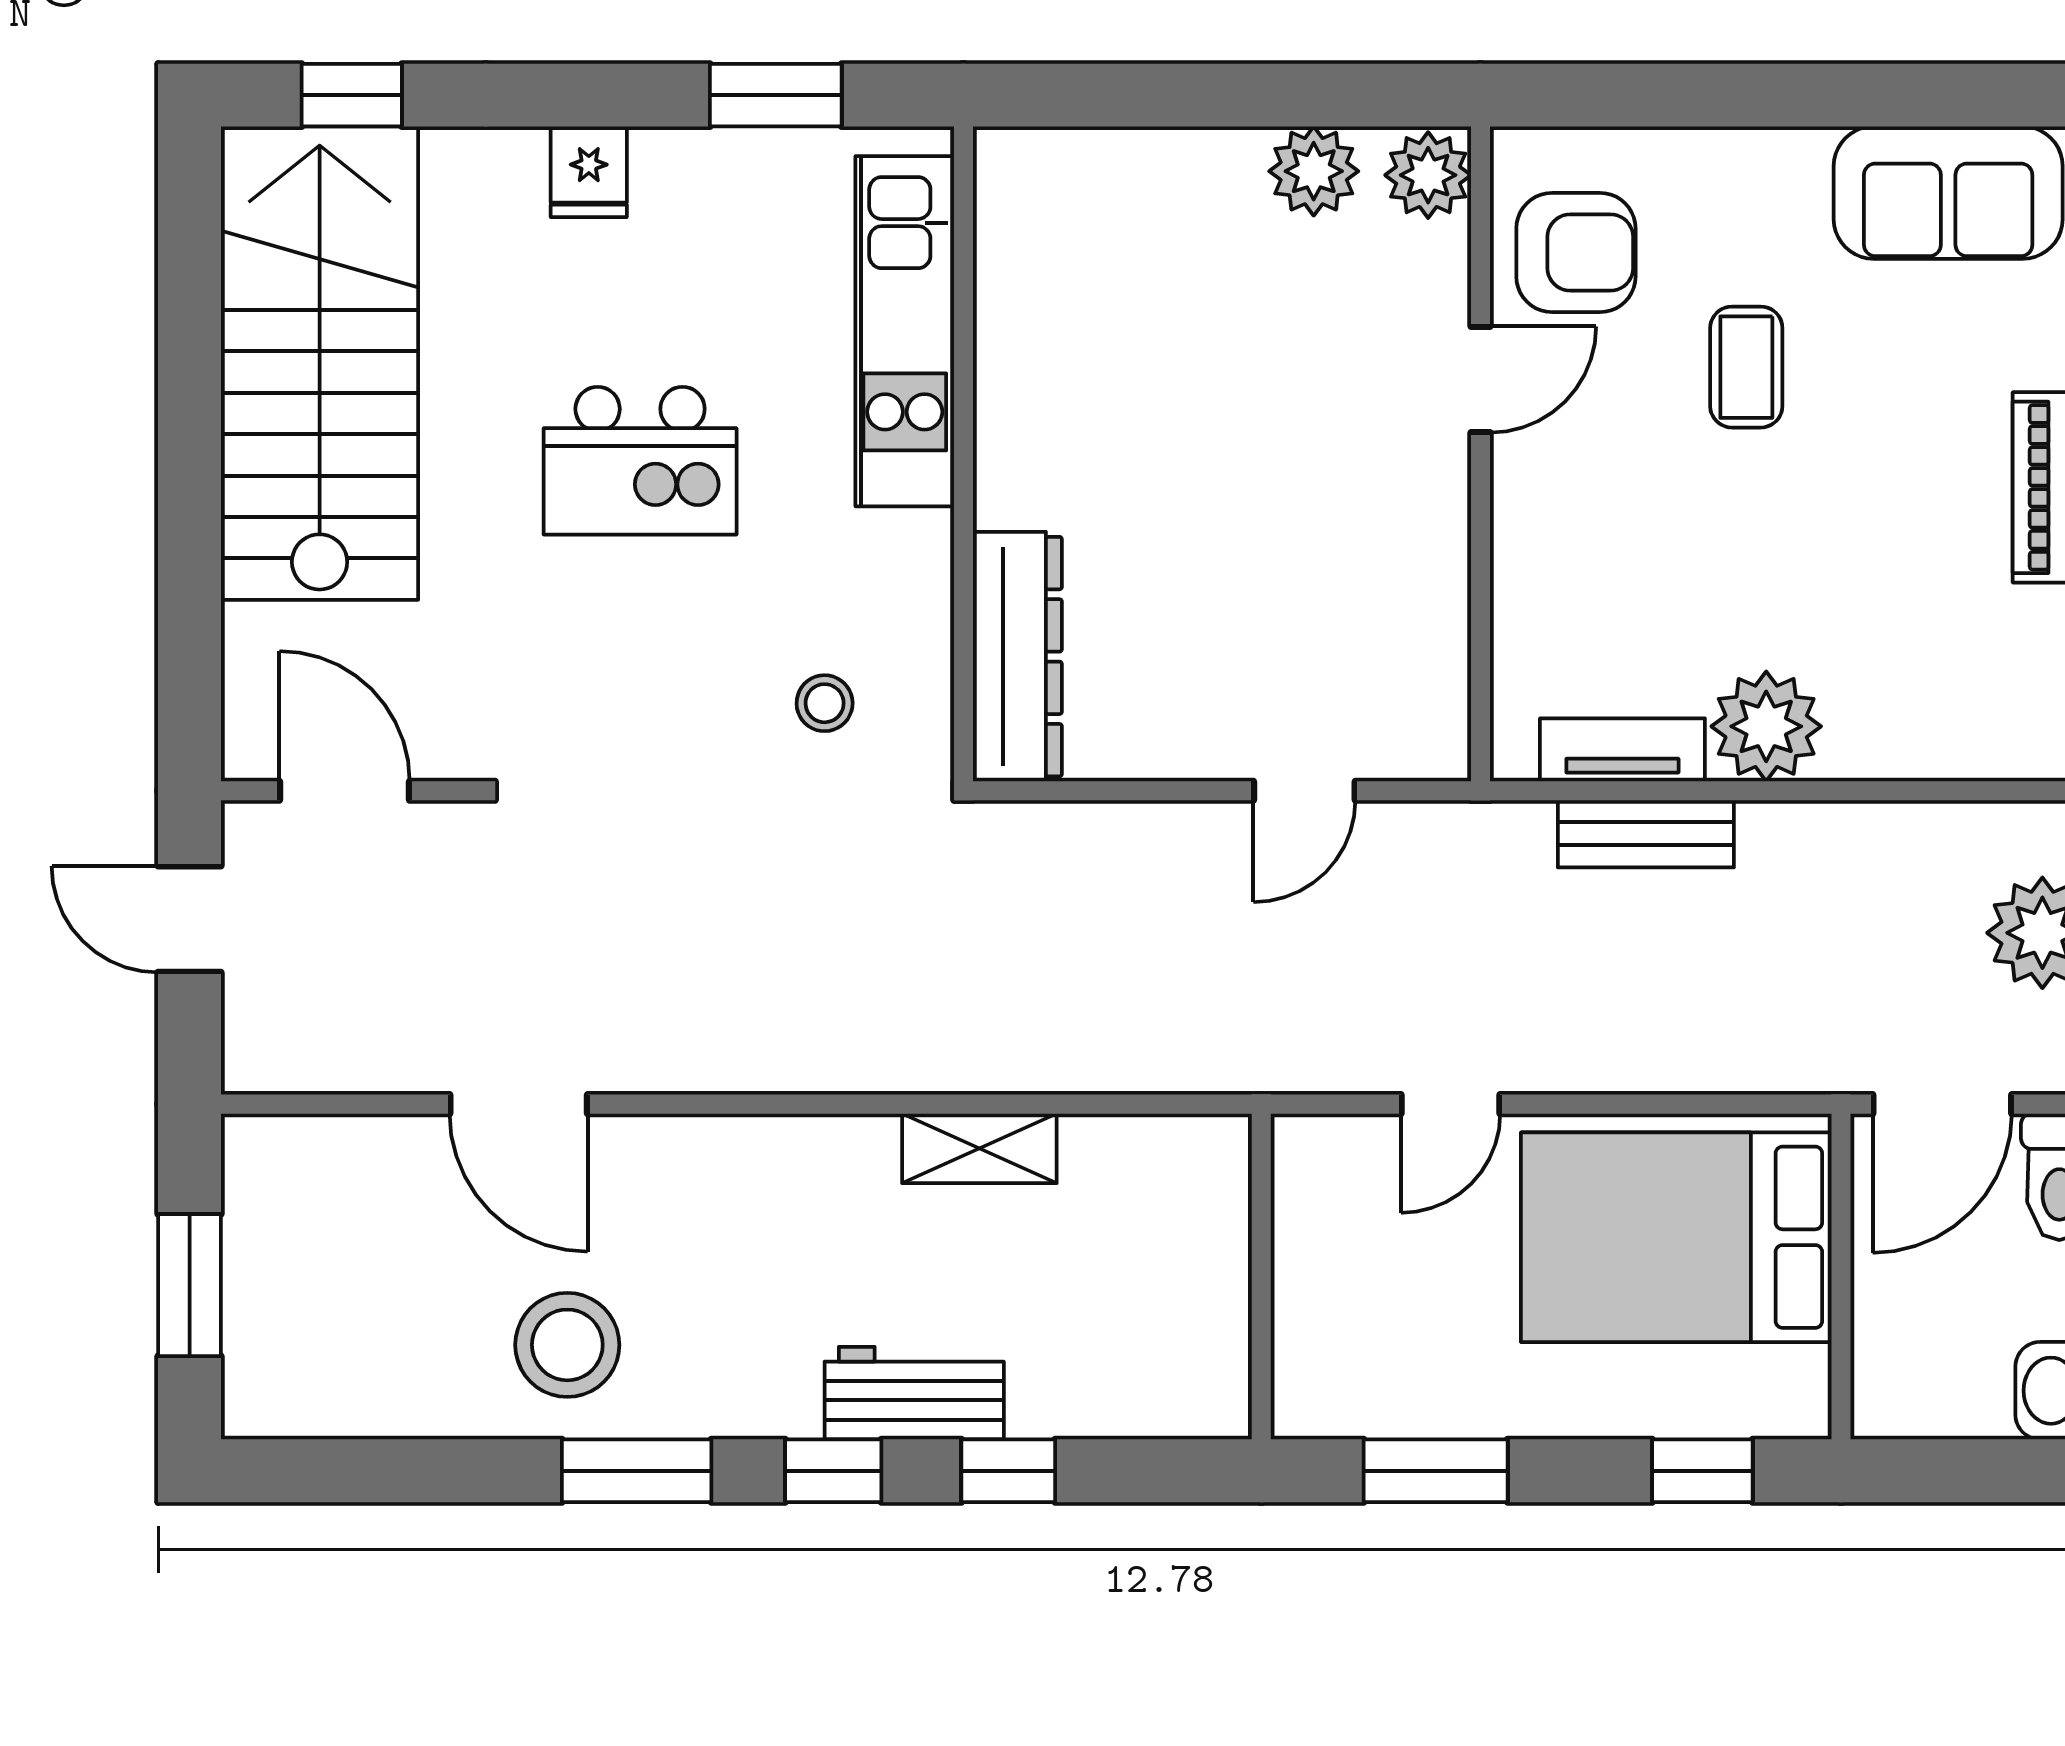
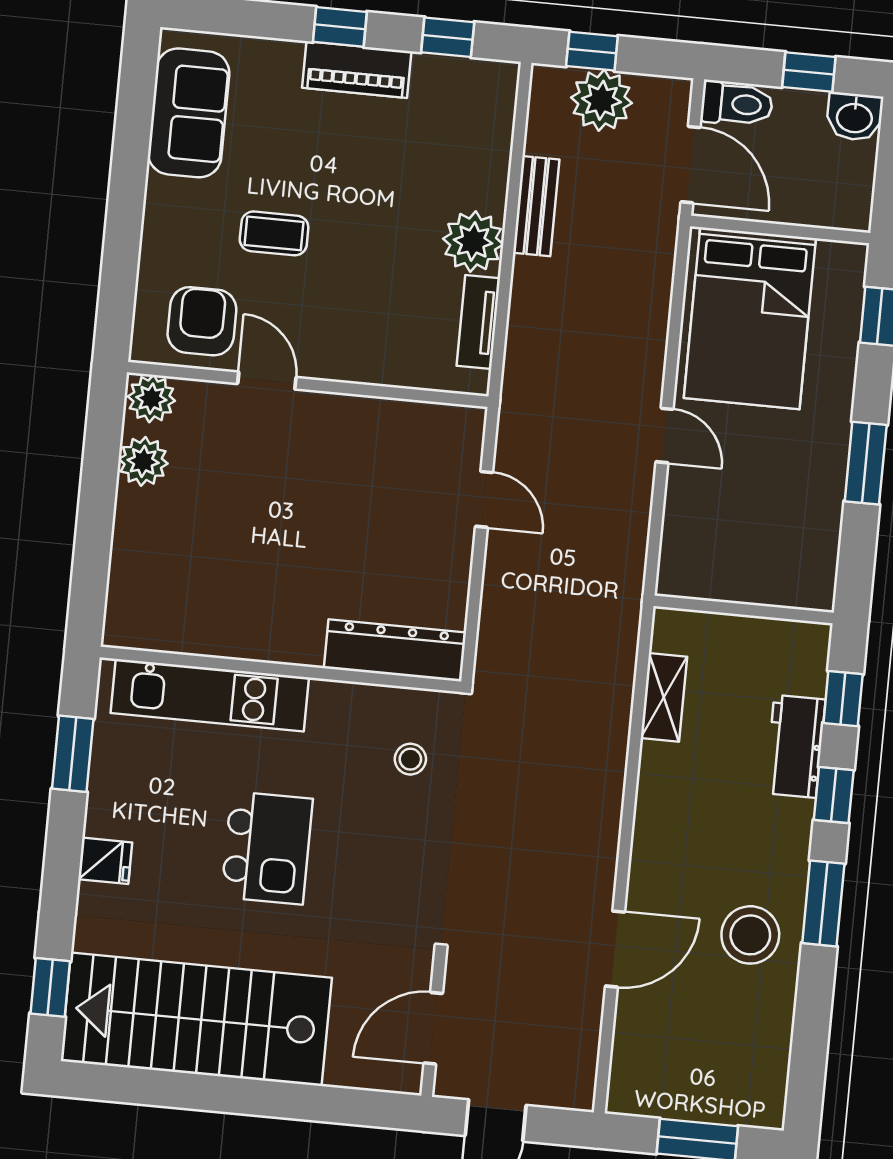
bench: (1646, 834) -> (536, 206), moved
wall: (1261, 1276) -> (744, 609), moved

